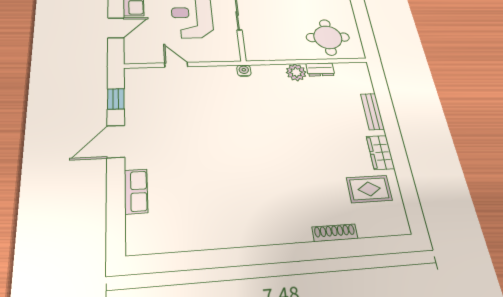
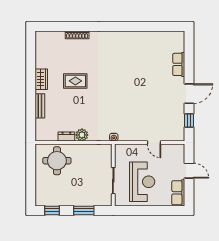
door: (116, 28) -> (189, 171), swing flipped
rug: (369, 189) -> (75, 81), moved

